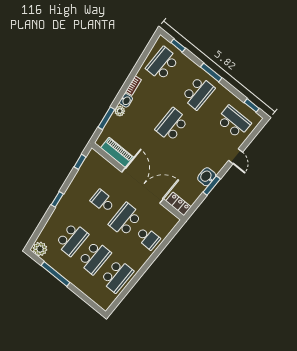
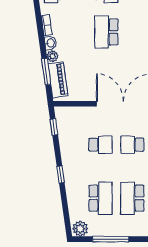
piano: (117, 152) -> (58, 80), moved, turned 82
school desk: (103, 201) -> (101, 145), turned 180
school desk: (125, 220) -> (132, 145), width x0.54
school desk: (94, 257) -> (132, 198), turned 180

